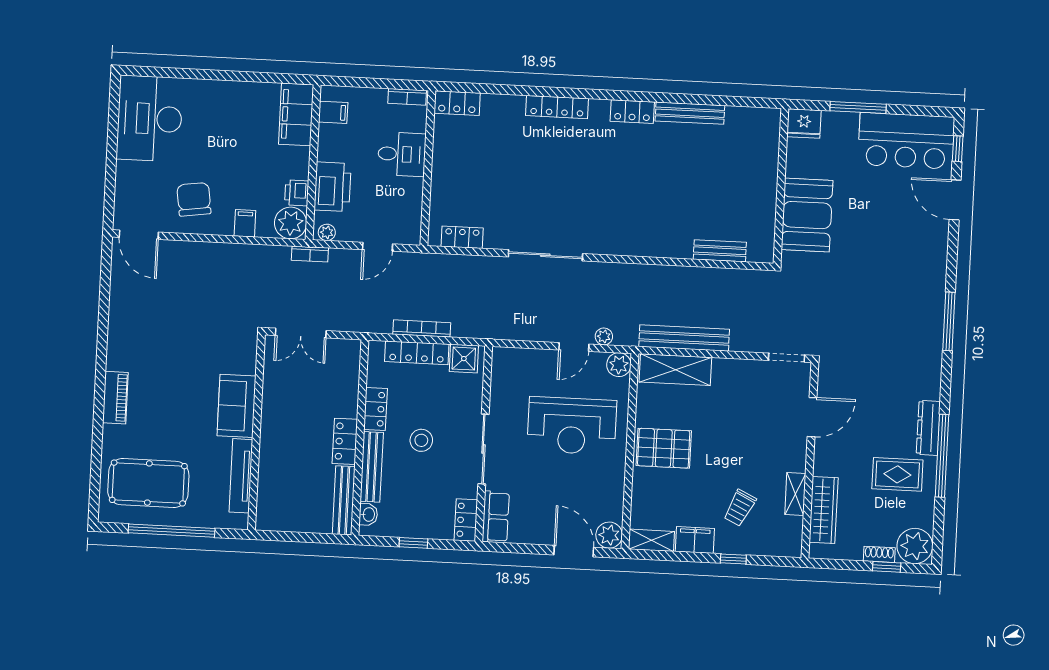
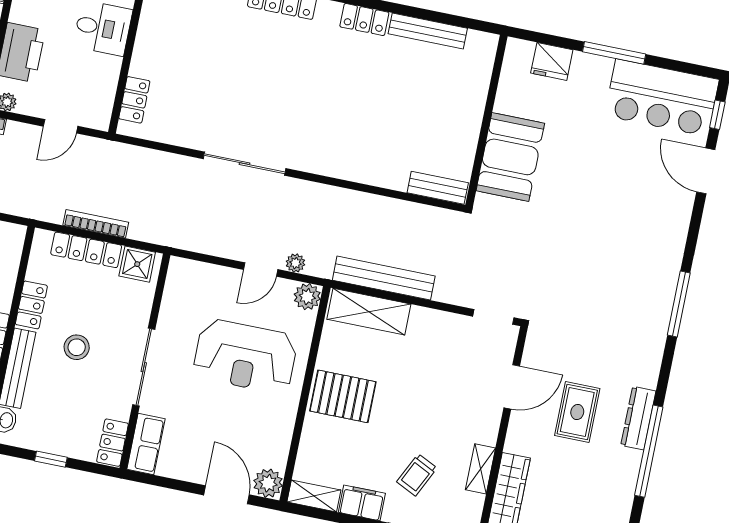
wall: (781, 186) -> (486, 121), moved
booth: (807, 215) -> (510, 157), moved
locker: (462, 237) -> (134, 100), moved, turned 90
rug: (897, 474) -> (577, 412), moved, turned 90

